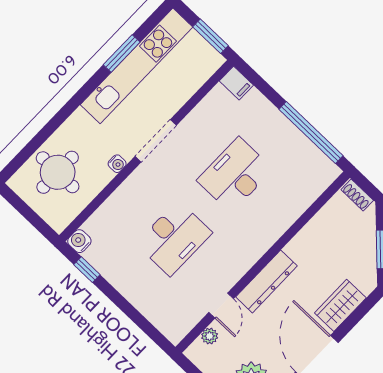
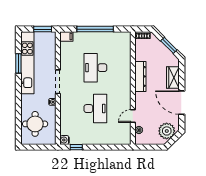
window: (311, 133) -> (95, 29), moved
dresser: (267, 281) -> (140, 76), moved
door: (221, 306) -> (133, 116), swing flipped

